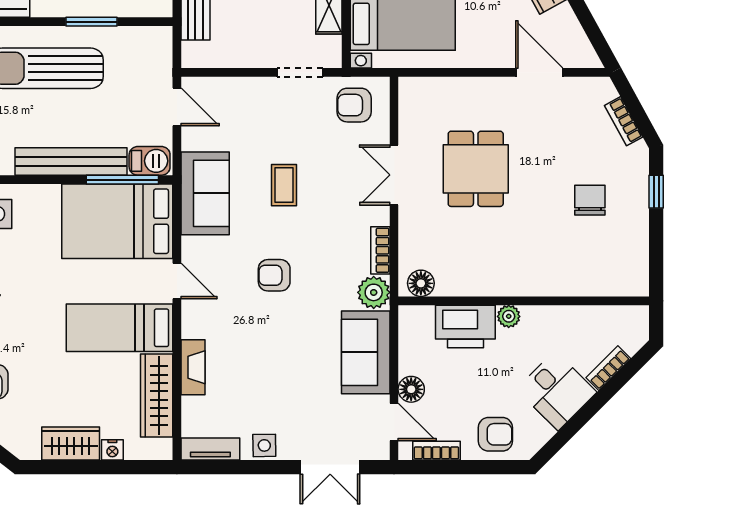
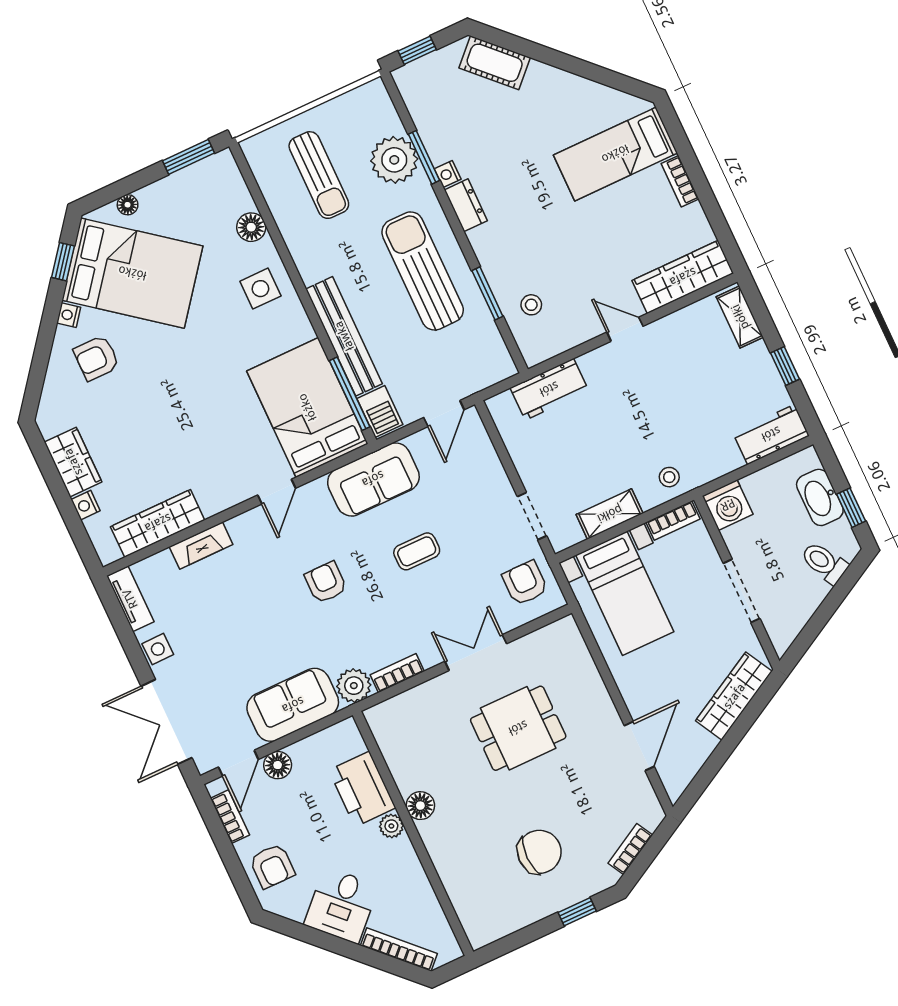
chair: (590, 200) -> (539, 852), width x1.37, depth x1.37
floor lamp: (421, 283) -> (420, 806), moved
bed: (119, 328) -> (206, 457), removed
bookcase: (608, 368) -> (399, 950), width x1.56
double door: (330, 467) -> (166, 722), width x1.37

